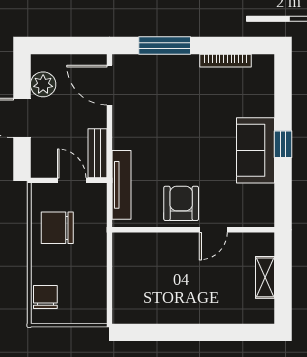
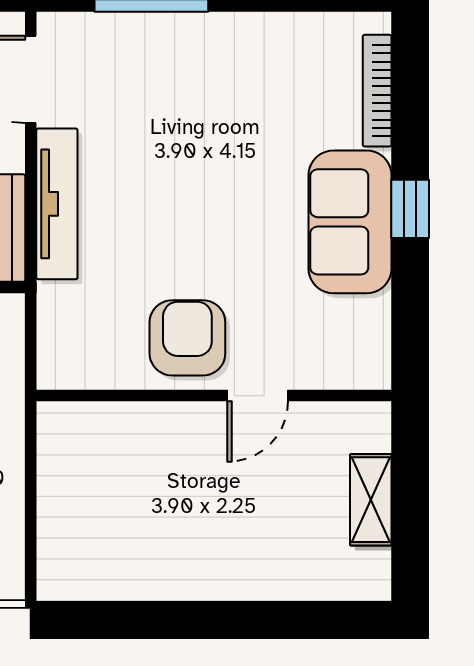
bookcase: (226, 61) -> (377, 91), moved, turned 90
tv unit: (121, 185) -> (57, 204), moved

